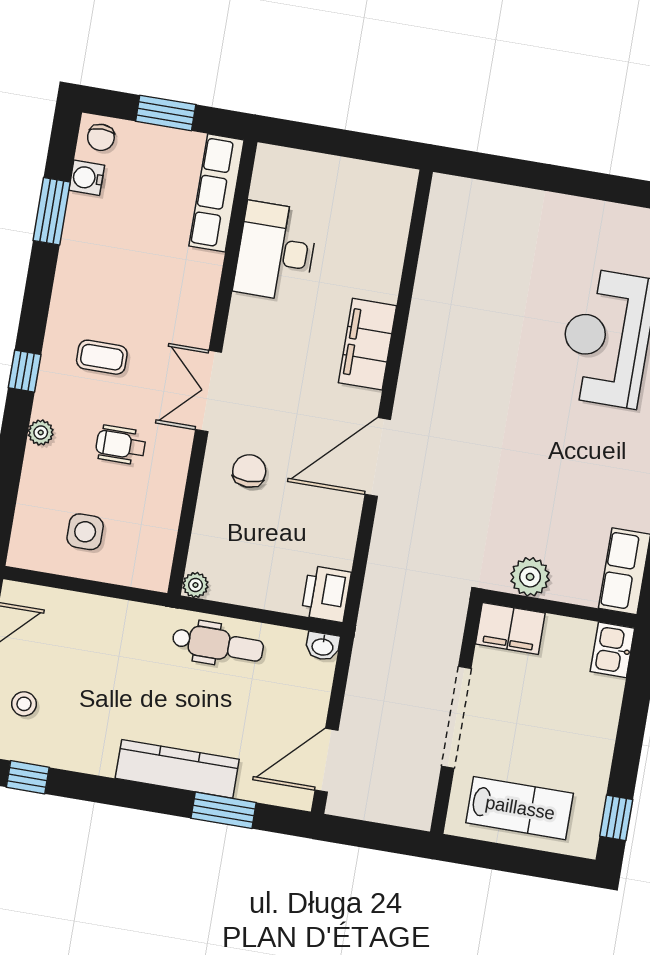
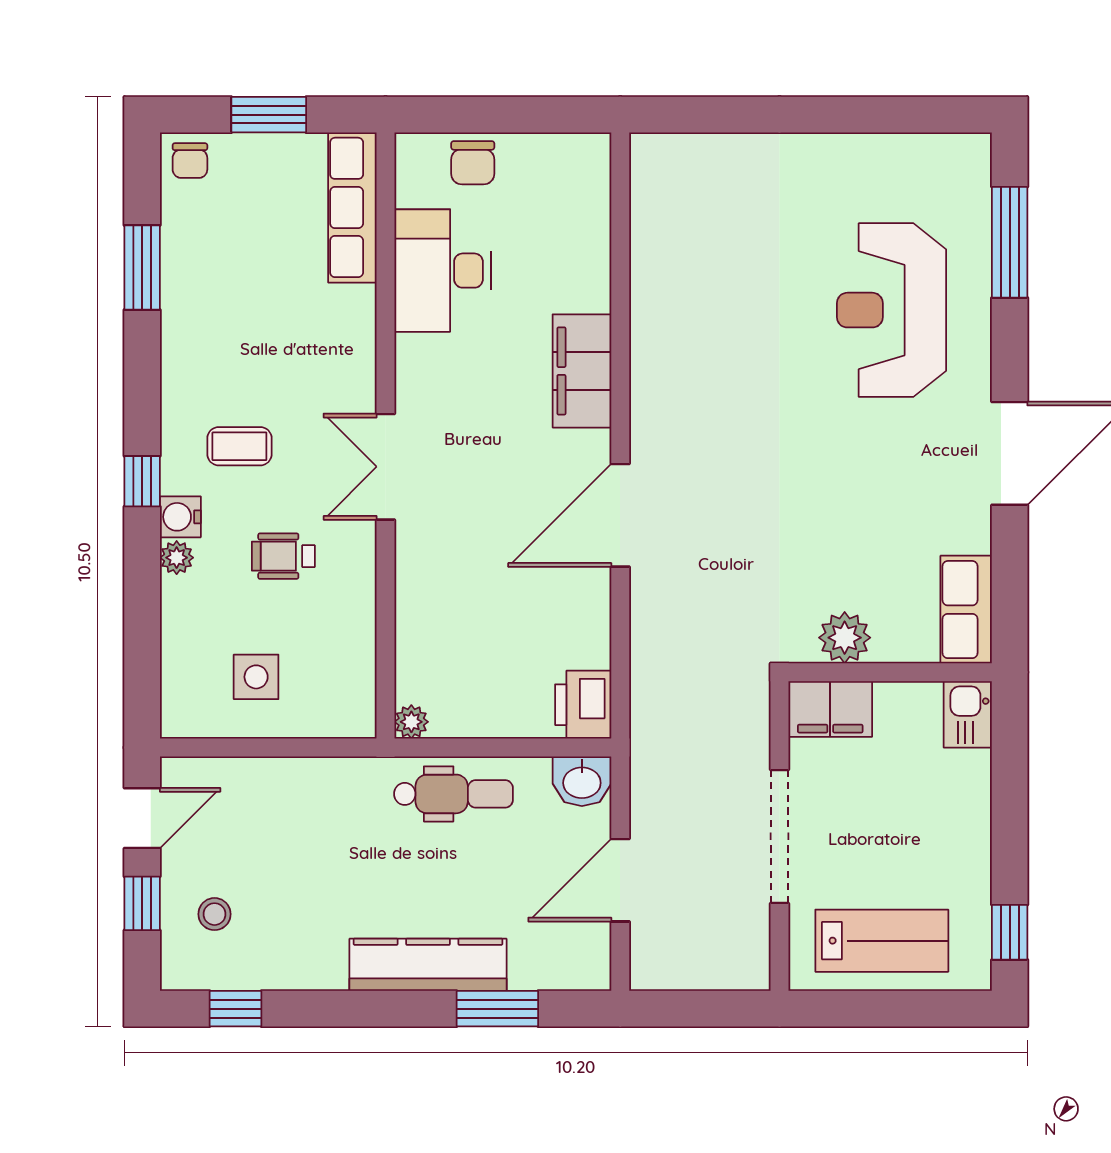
water cooler: (87, 178) -> (180, 517), moved
chair: (249, 471) -> (473, 163), moved, turned 180
washbasin: (323, 646) -> (582, 781), width x1.38, depth x1.45
door: (326, 760) -> (620, 880), moved

